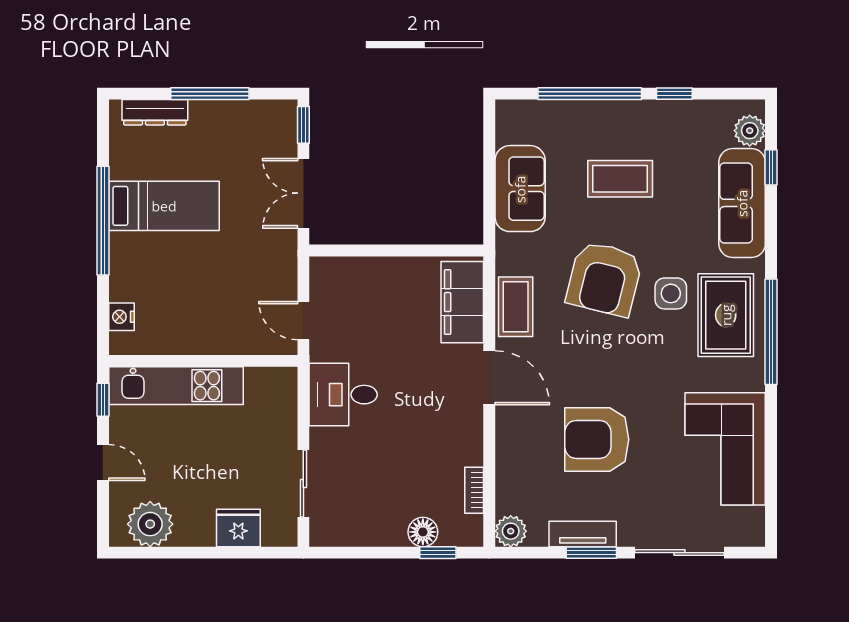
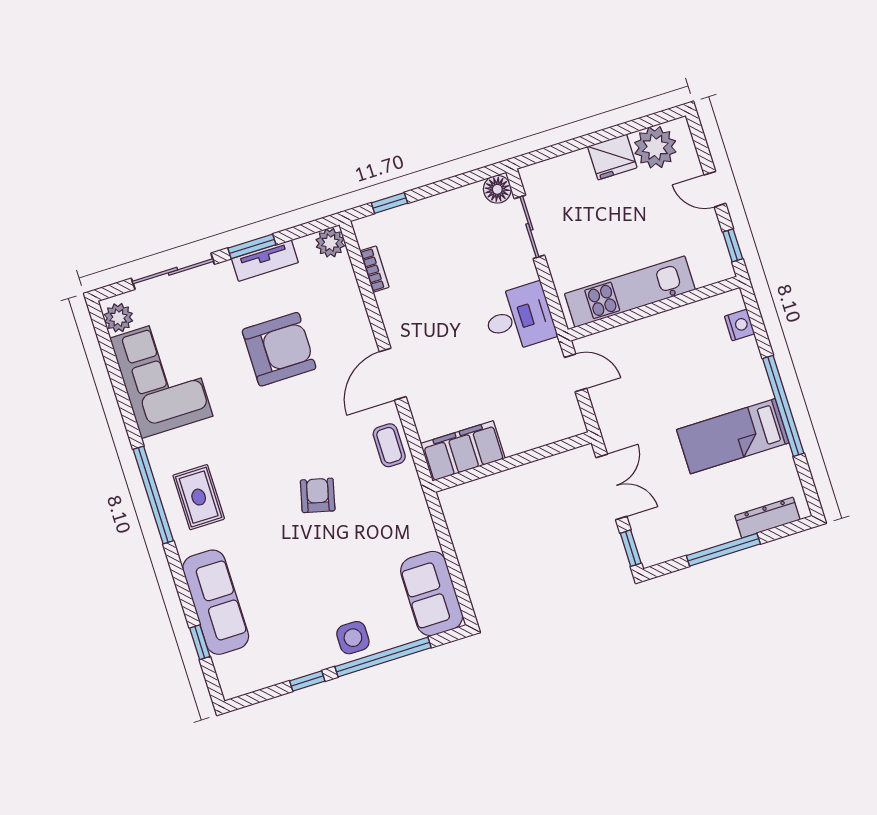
plant: (750, 131) -> (118, 318), moved
coffee table: (620, 179) -> (332, 589), removed
sofa: (520, 189) -> (432, 594), moved
armchair: (604, 279) -> (318, 495), width x0.53, depth x0.53
side table: (671, 293) -> (353, 638), moved
filing cabinet: (462, 302) -> (463, 451), moved, turned -90
coffee table: (516, 307) -> (389, 445), width x0.73, depth x0.77
rug: (726, 315) -> (199, 497), width x0.73, depth x0.70
door: (489, 378) -> (393, 374), hinge flipped
kitchen unit: (176, 386) -> (630, 292), moved
fridge: (238, 528) -> (612, 157), moved
floor lamp: (423, 532) -> (497, 189), moved

